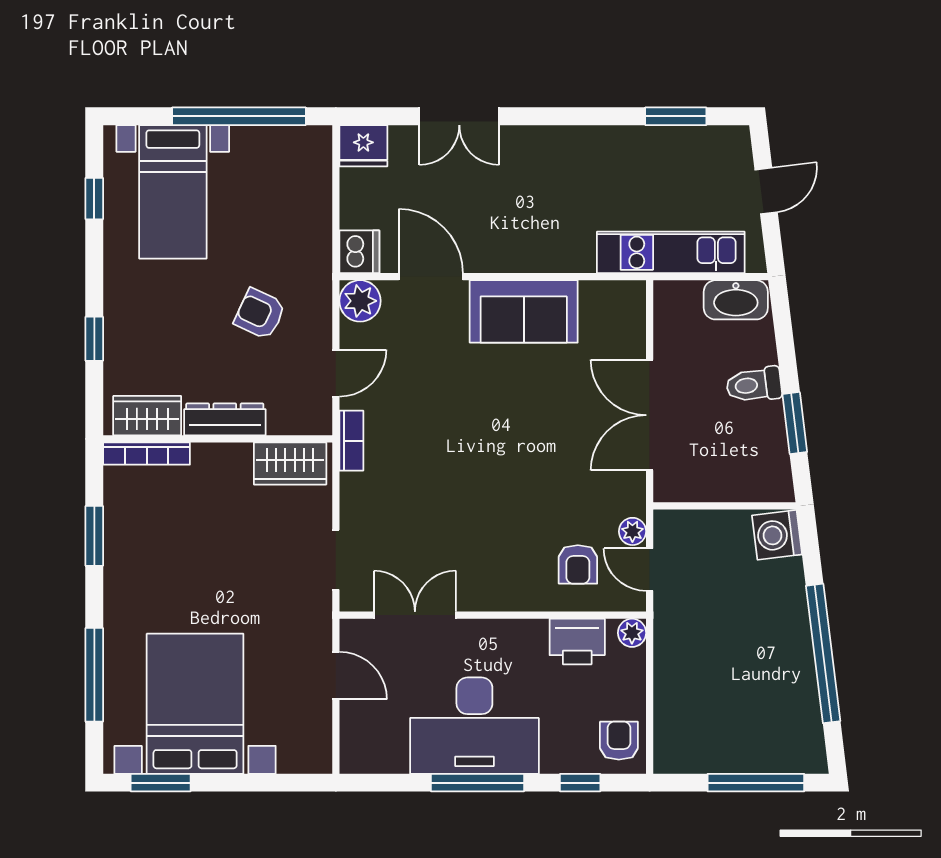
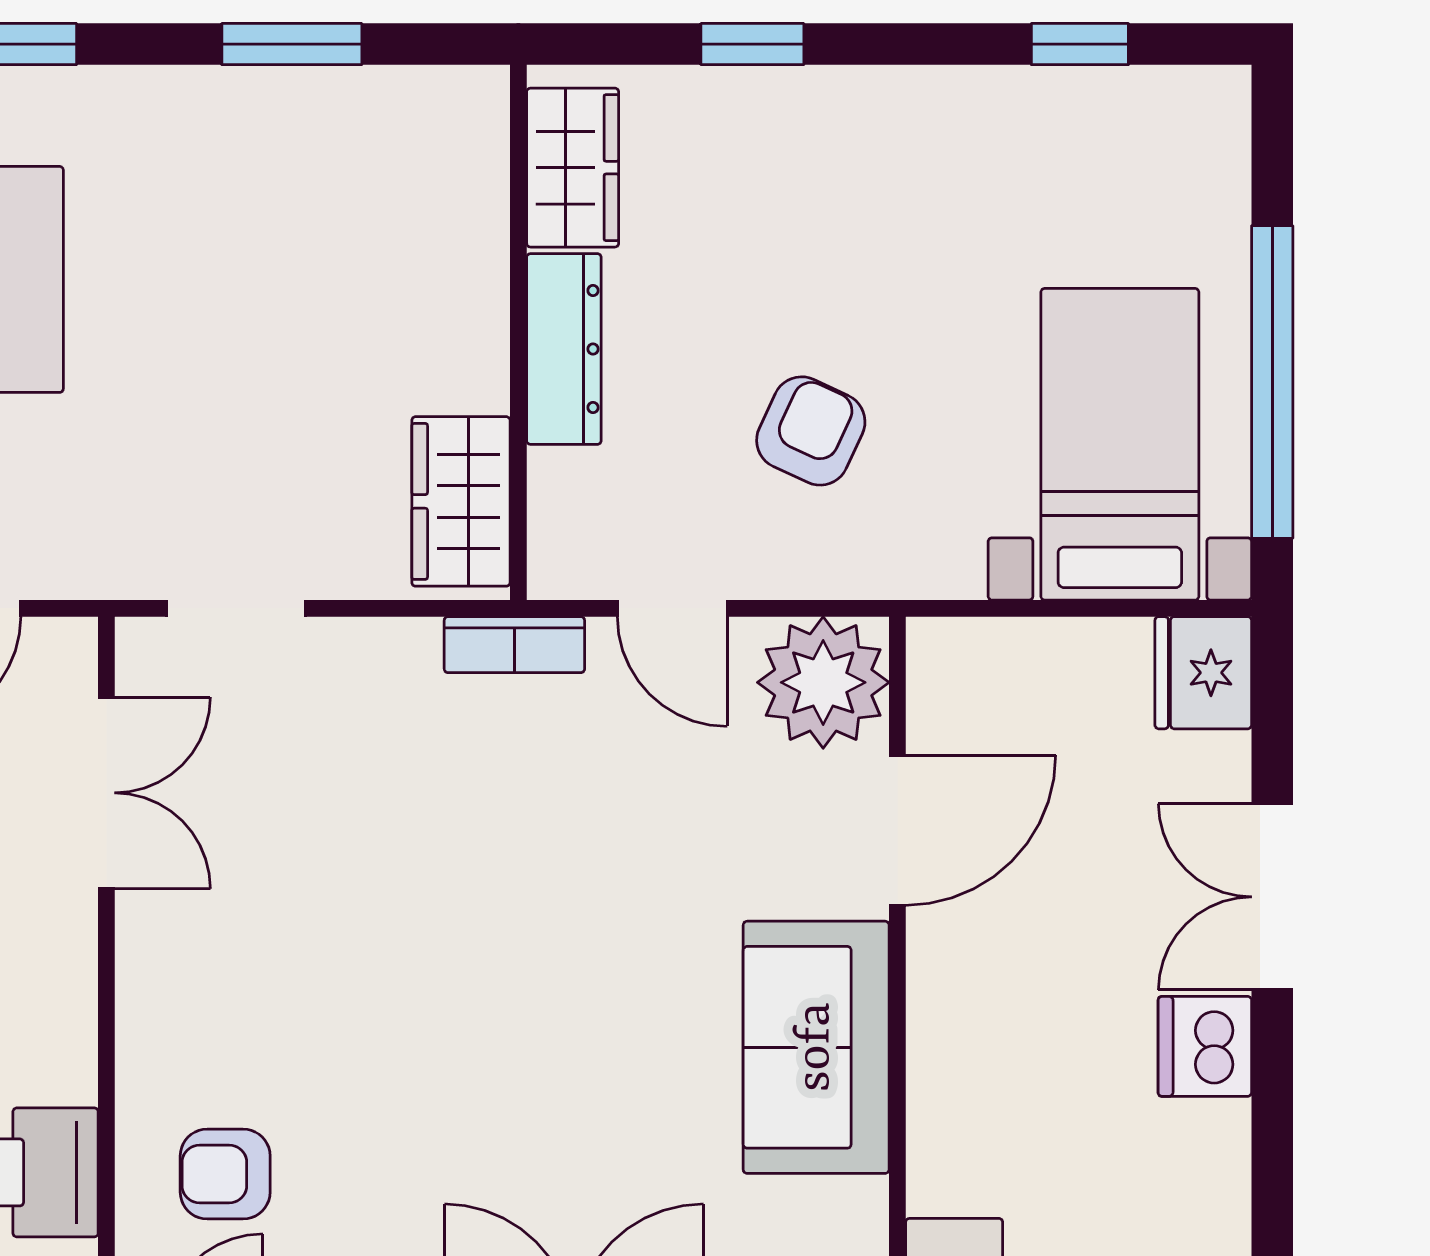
bed with nightstands: (173, 192) -> (1120, 444), moved, turned 90
dishwasher: (359, 252) -> (1205, 1046), moved, turned 90
plant: (360, 301) -> (823, 682), width x1.36, depth x1.36
bookcase: (147, 454) -> (484, 166), removed

